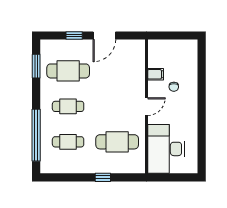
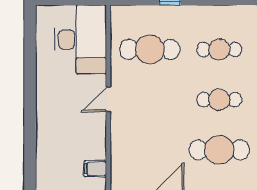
filing cabinet: (156, 74) -> (95, 169), moved
chair: (174, 87) -> (70, 127), removed

